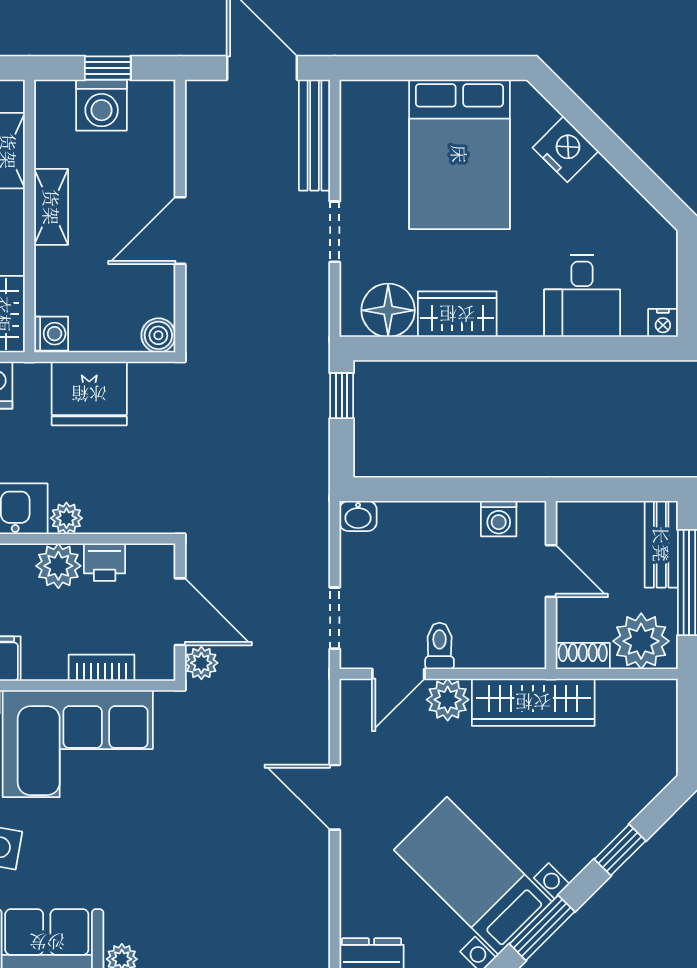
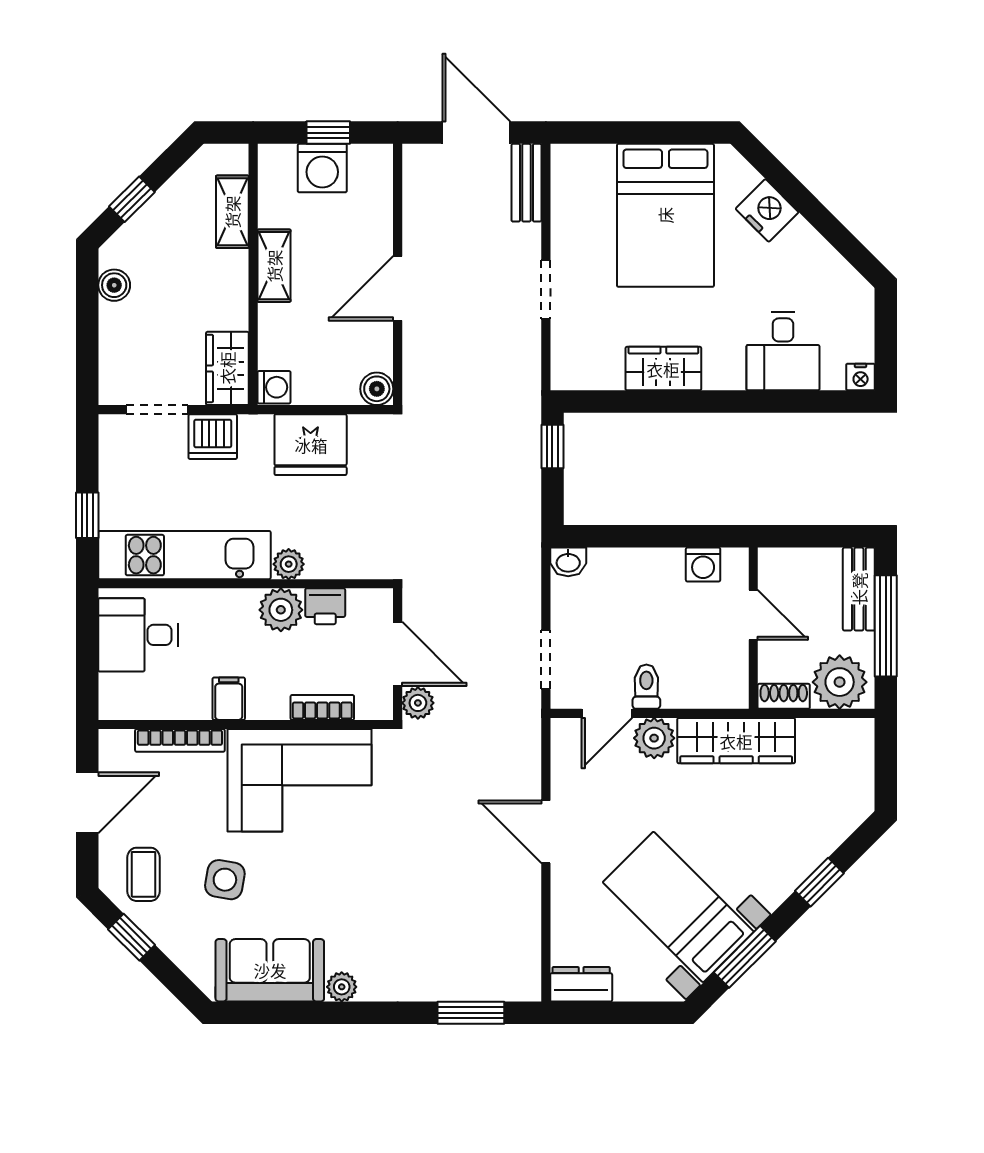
bench: (315, 135) -> (526, 183), width x0.73
floor lamp: (388, 310) -> (597, 365), removed

